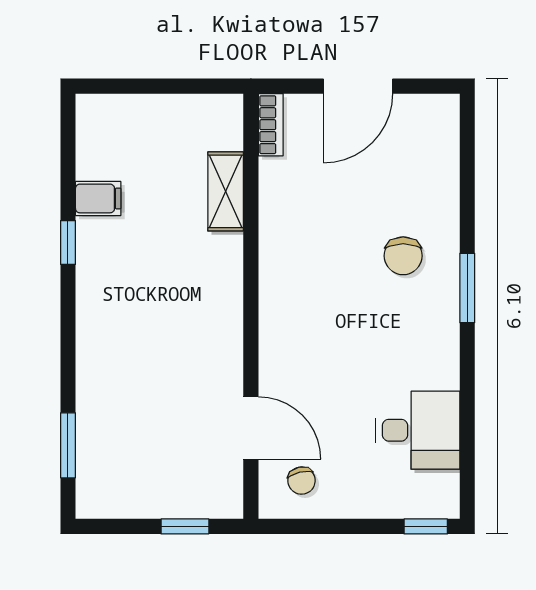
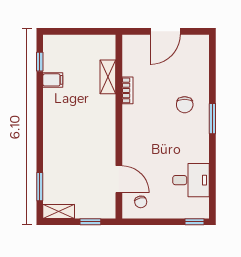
bookcase: (271, 125) -> (127, 90), moved
window: (68, 242) -> (40, 62), moved
shelving: (112, 503) -> (59, 211), added

